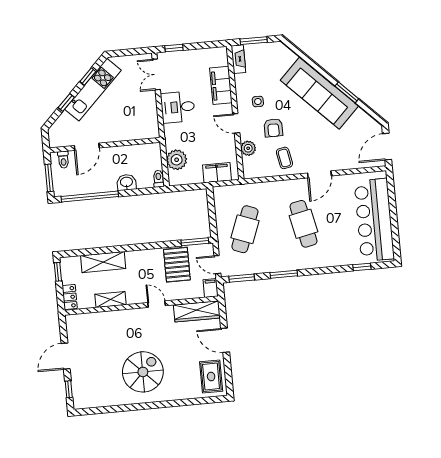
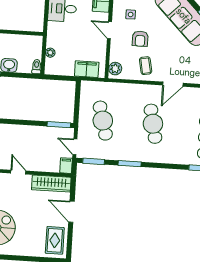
plant: (248, 148) -> (115, 69), moved
plant: (177, 160) -> (50, 53), width x0.53, depth x0.53
cafe table: (245, 229) -> (103, 121), turned -36
pallet: (177, 265) -> (41, 142), removed

